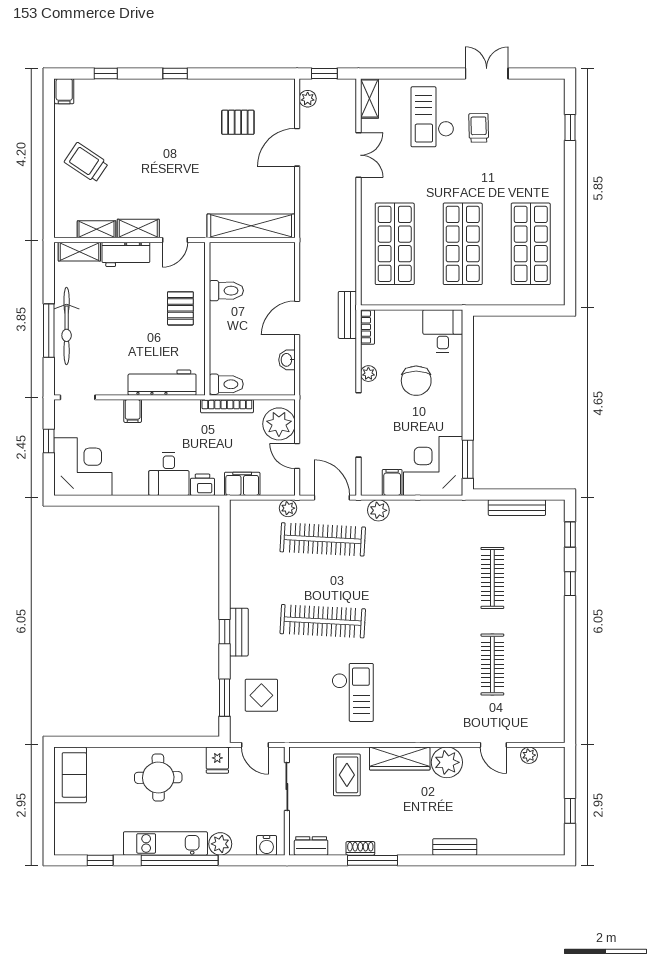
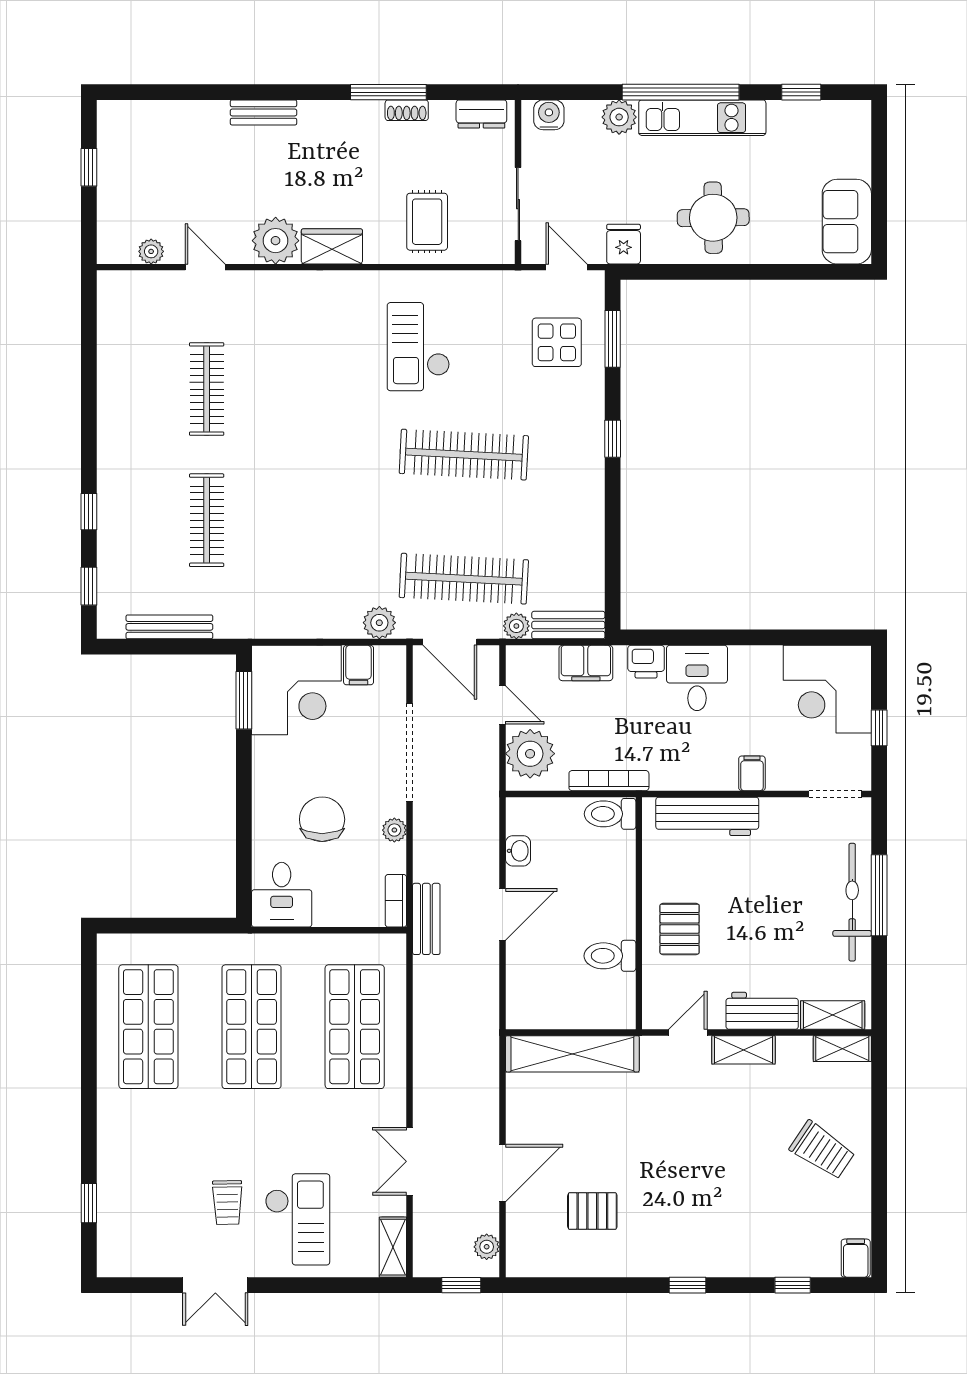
shelving: (97, 229) -> (842, 1049), moved
bench: (239, 632) -> (568, 625), moved, turned 90
wardrobe: (400, 759) -> (332, 246), width x0.67

